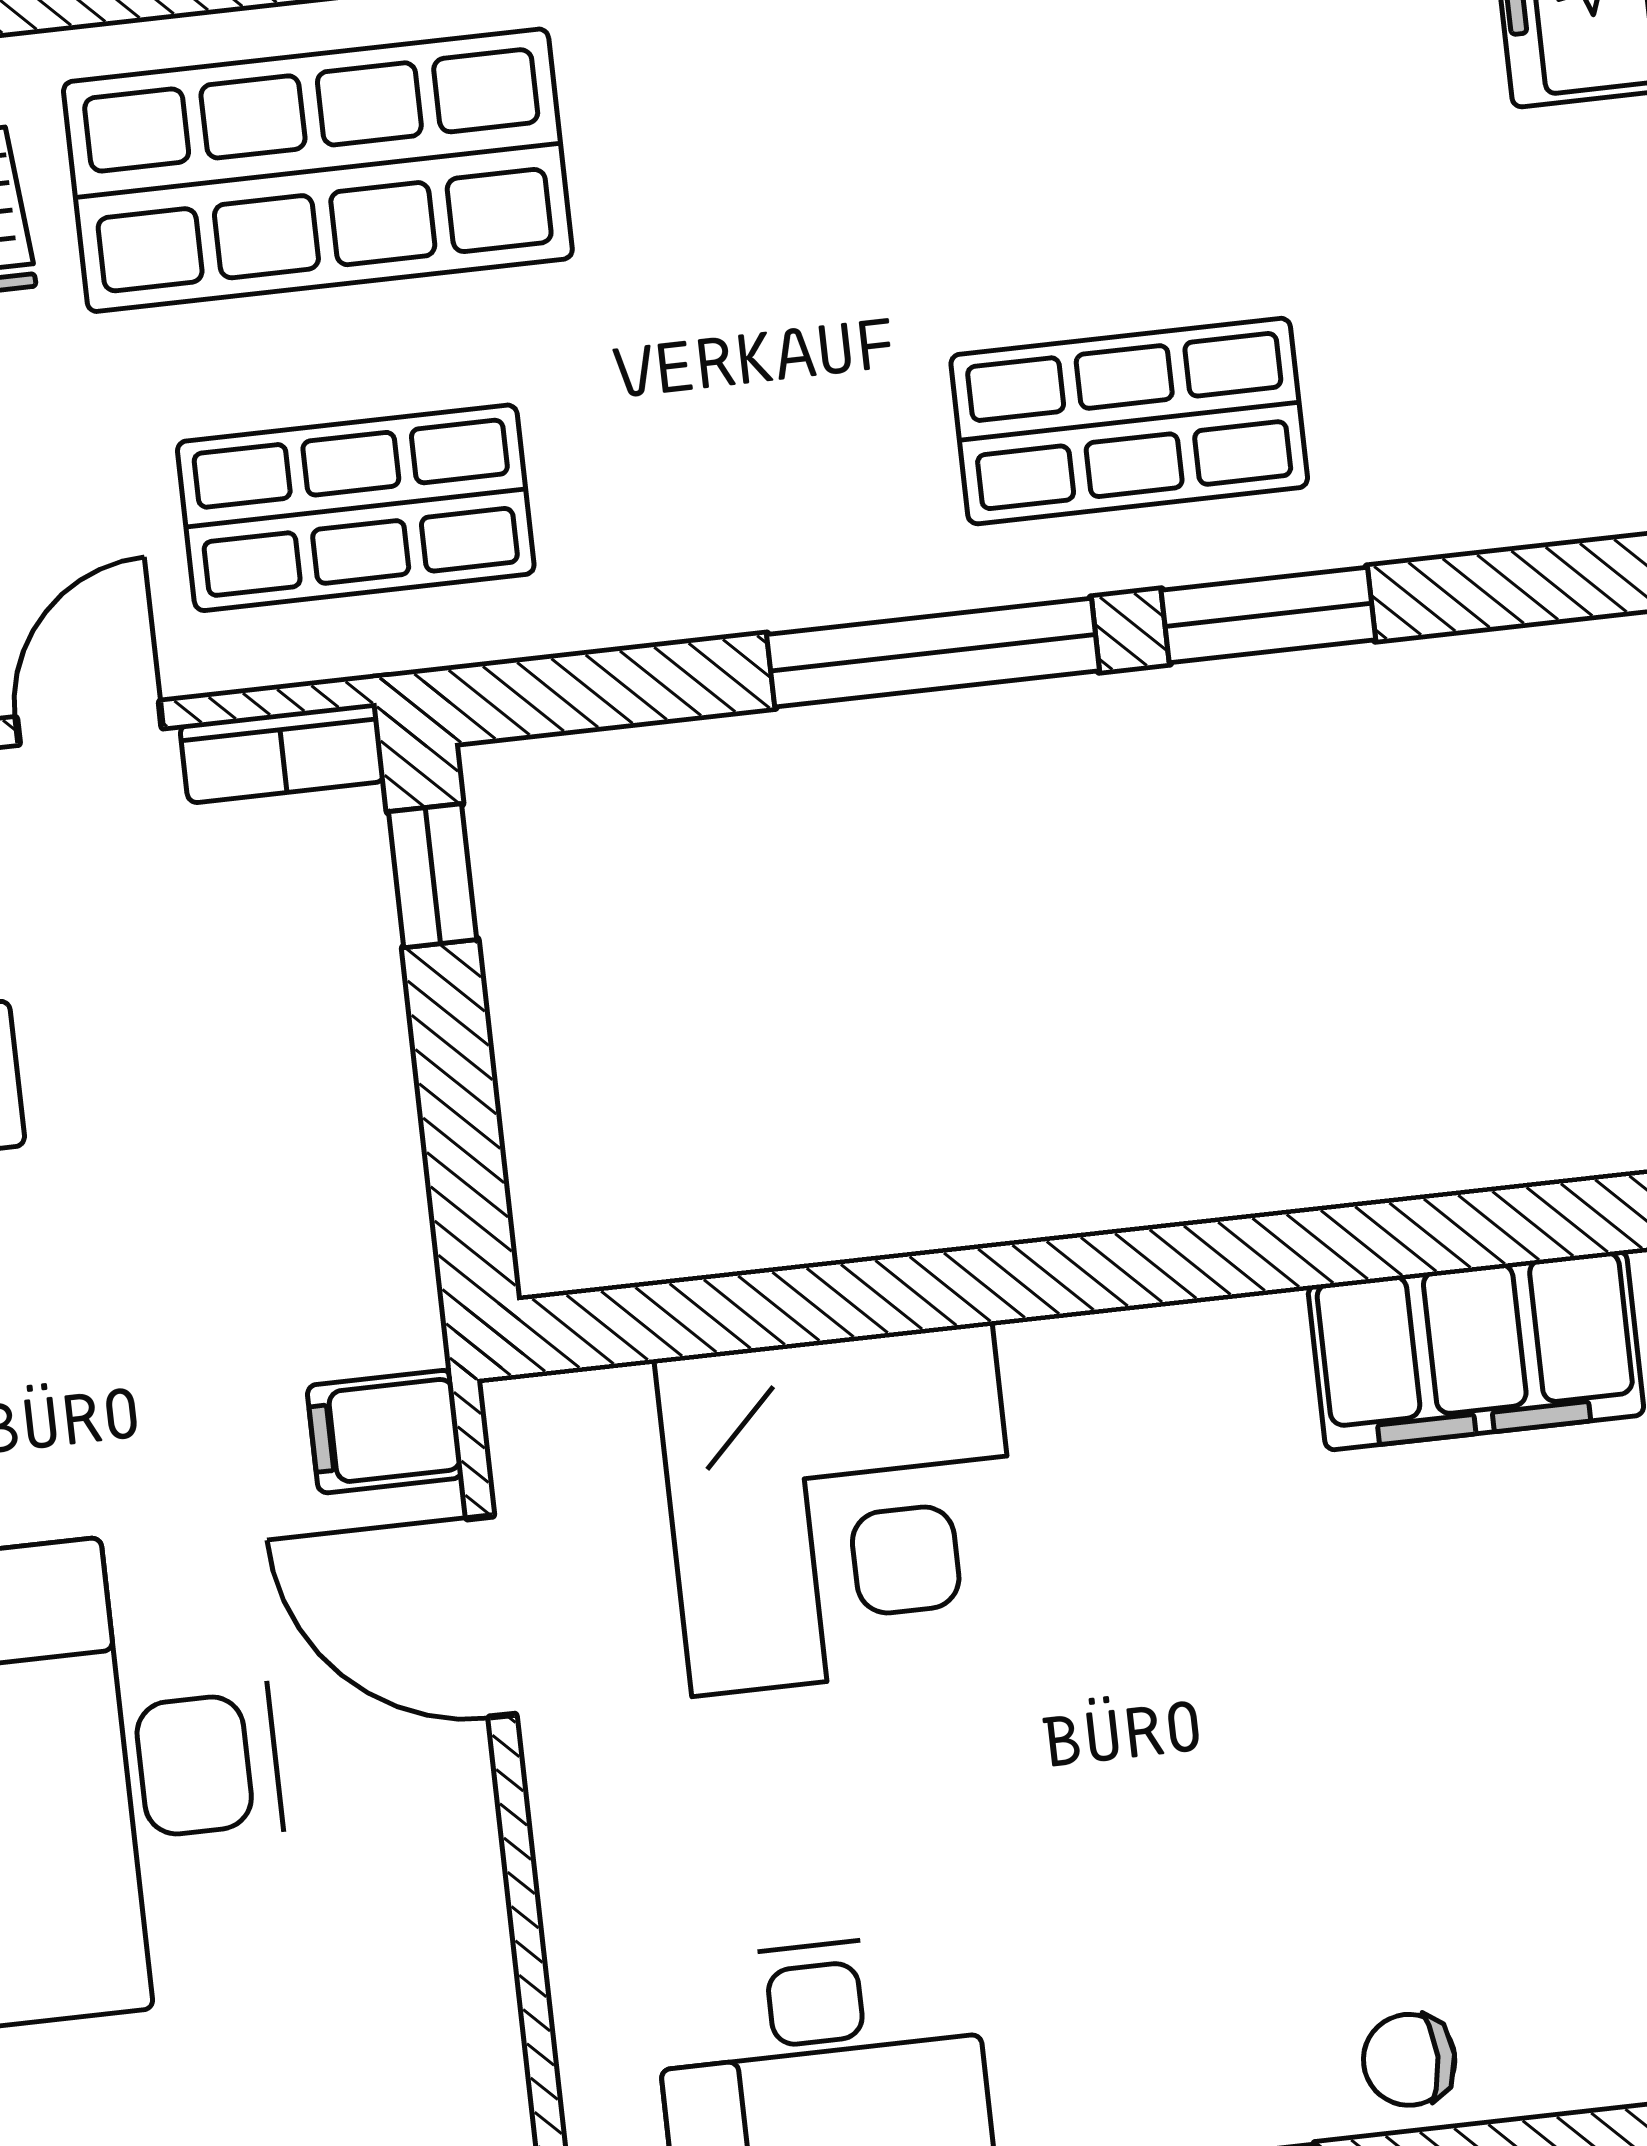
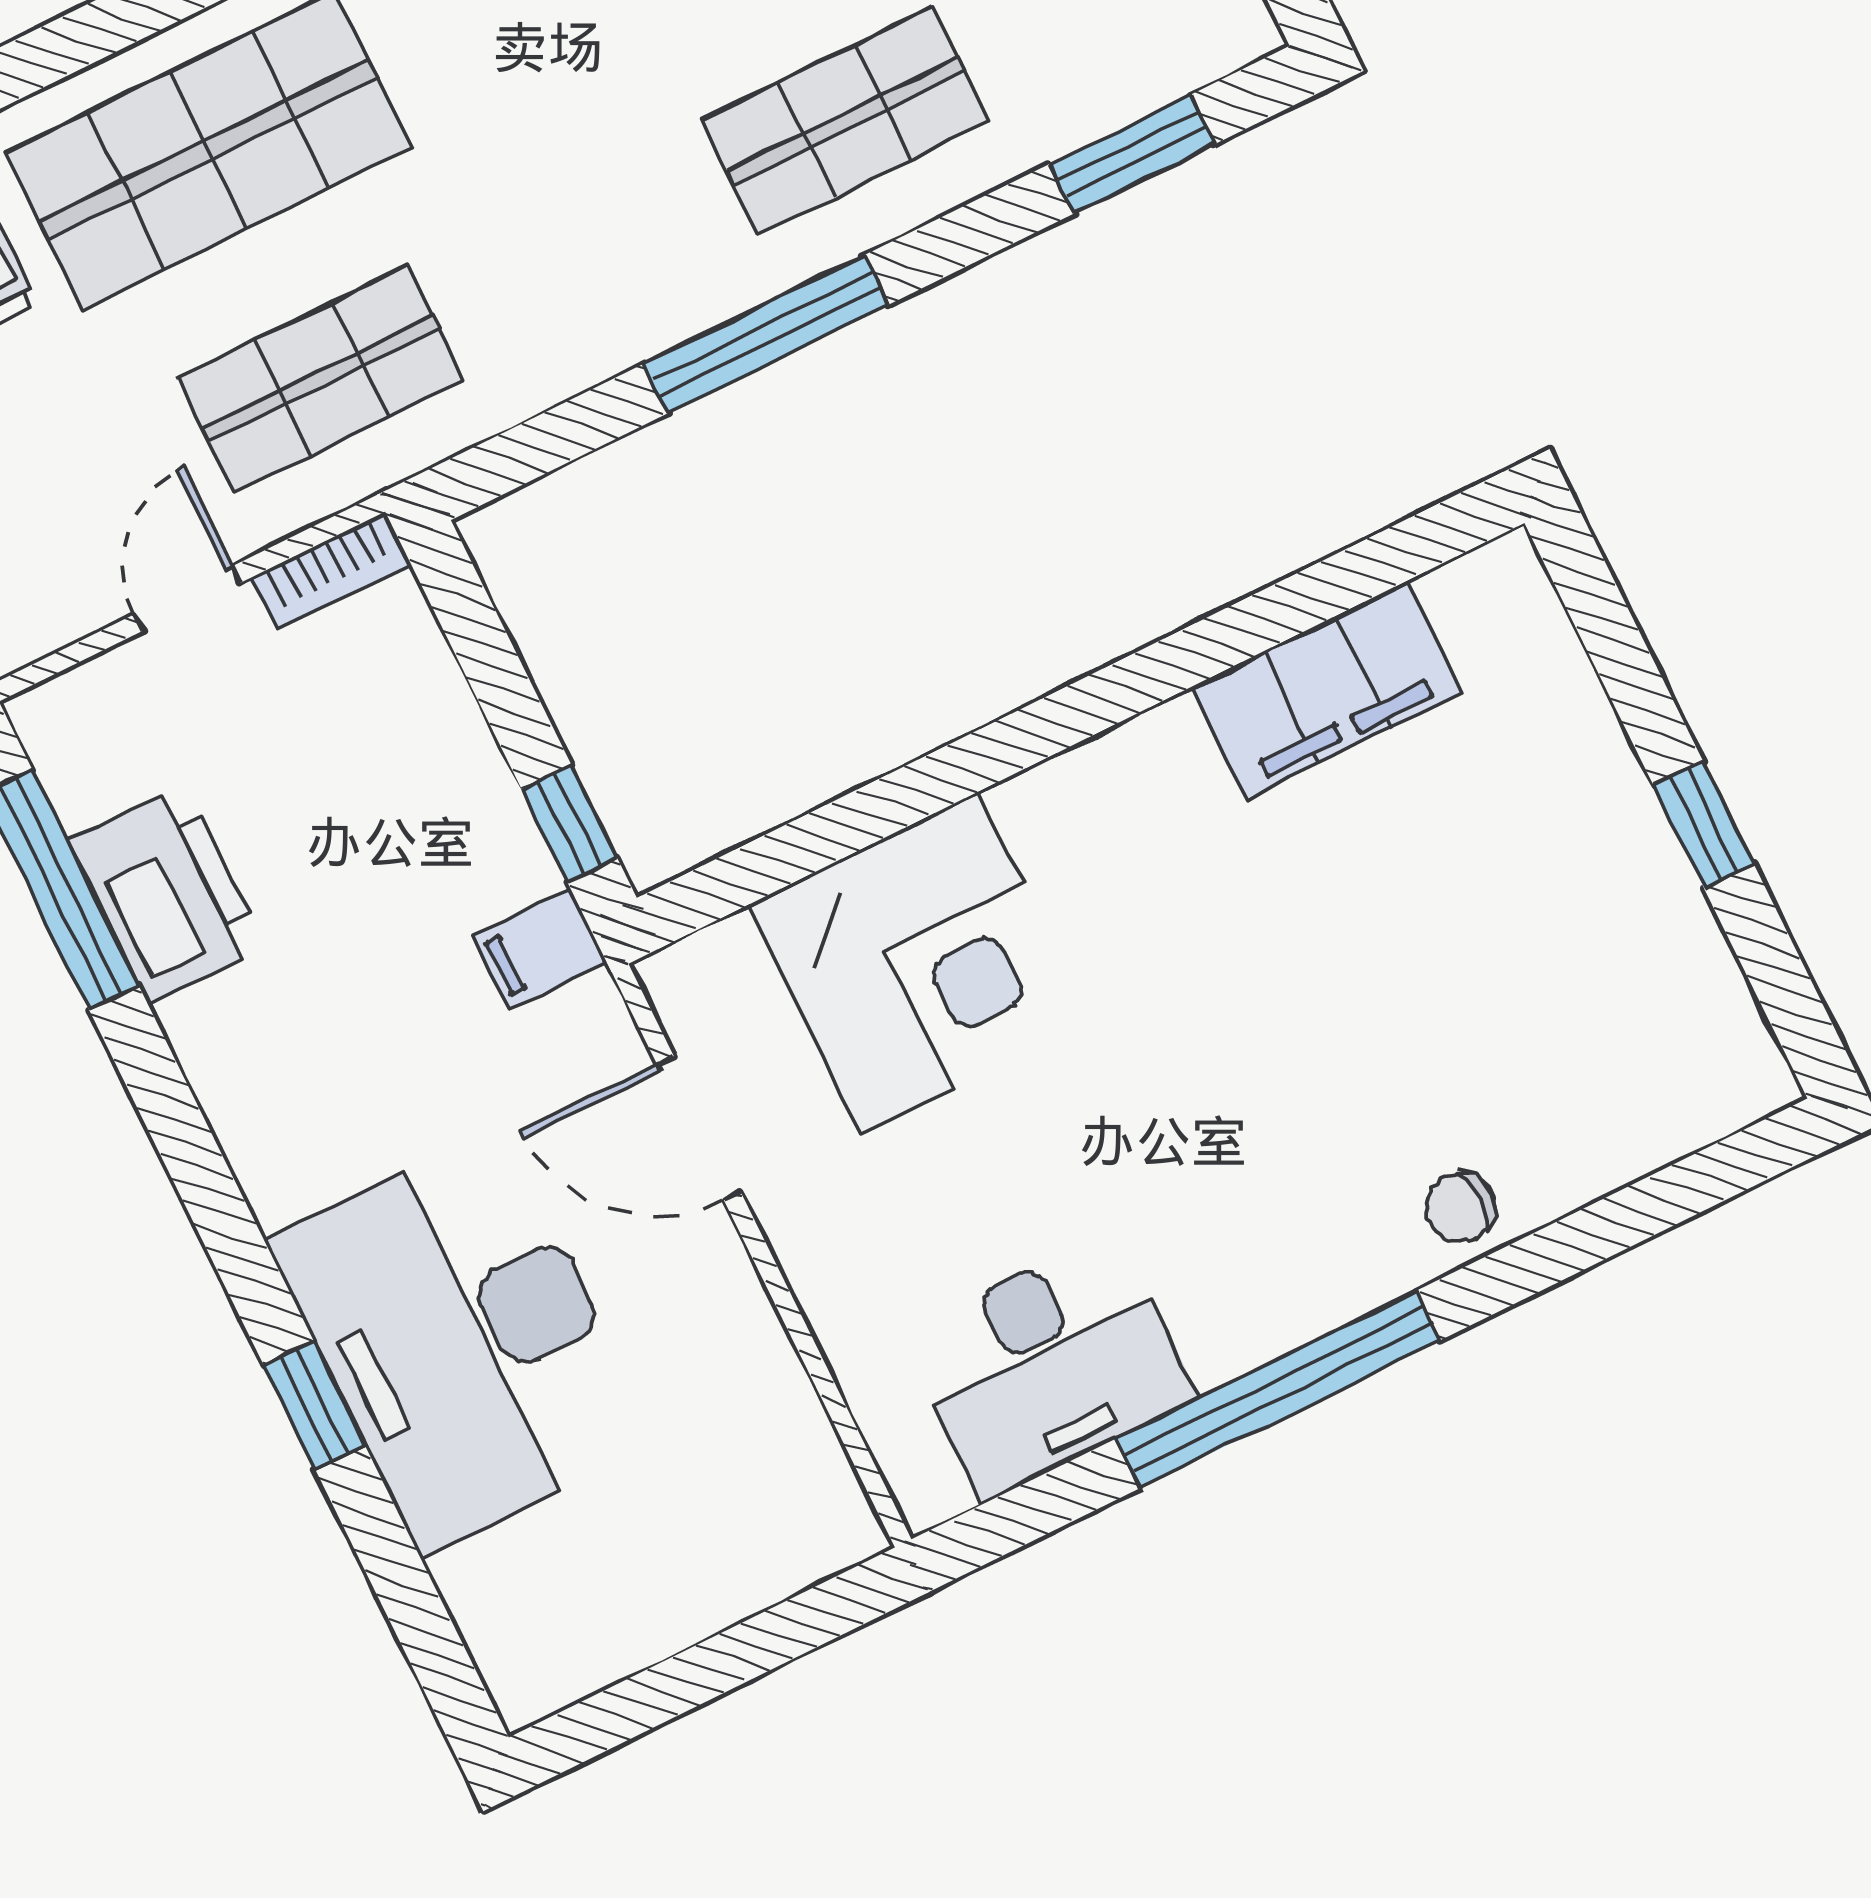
window: (1268, 615) -> (1132, 154), moved
window: (433, 876) -> (569, 823), moved
filing cabinet: (385, 1432) -> (540, 949), moved

